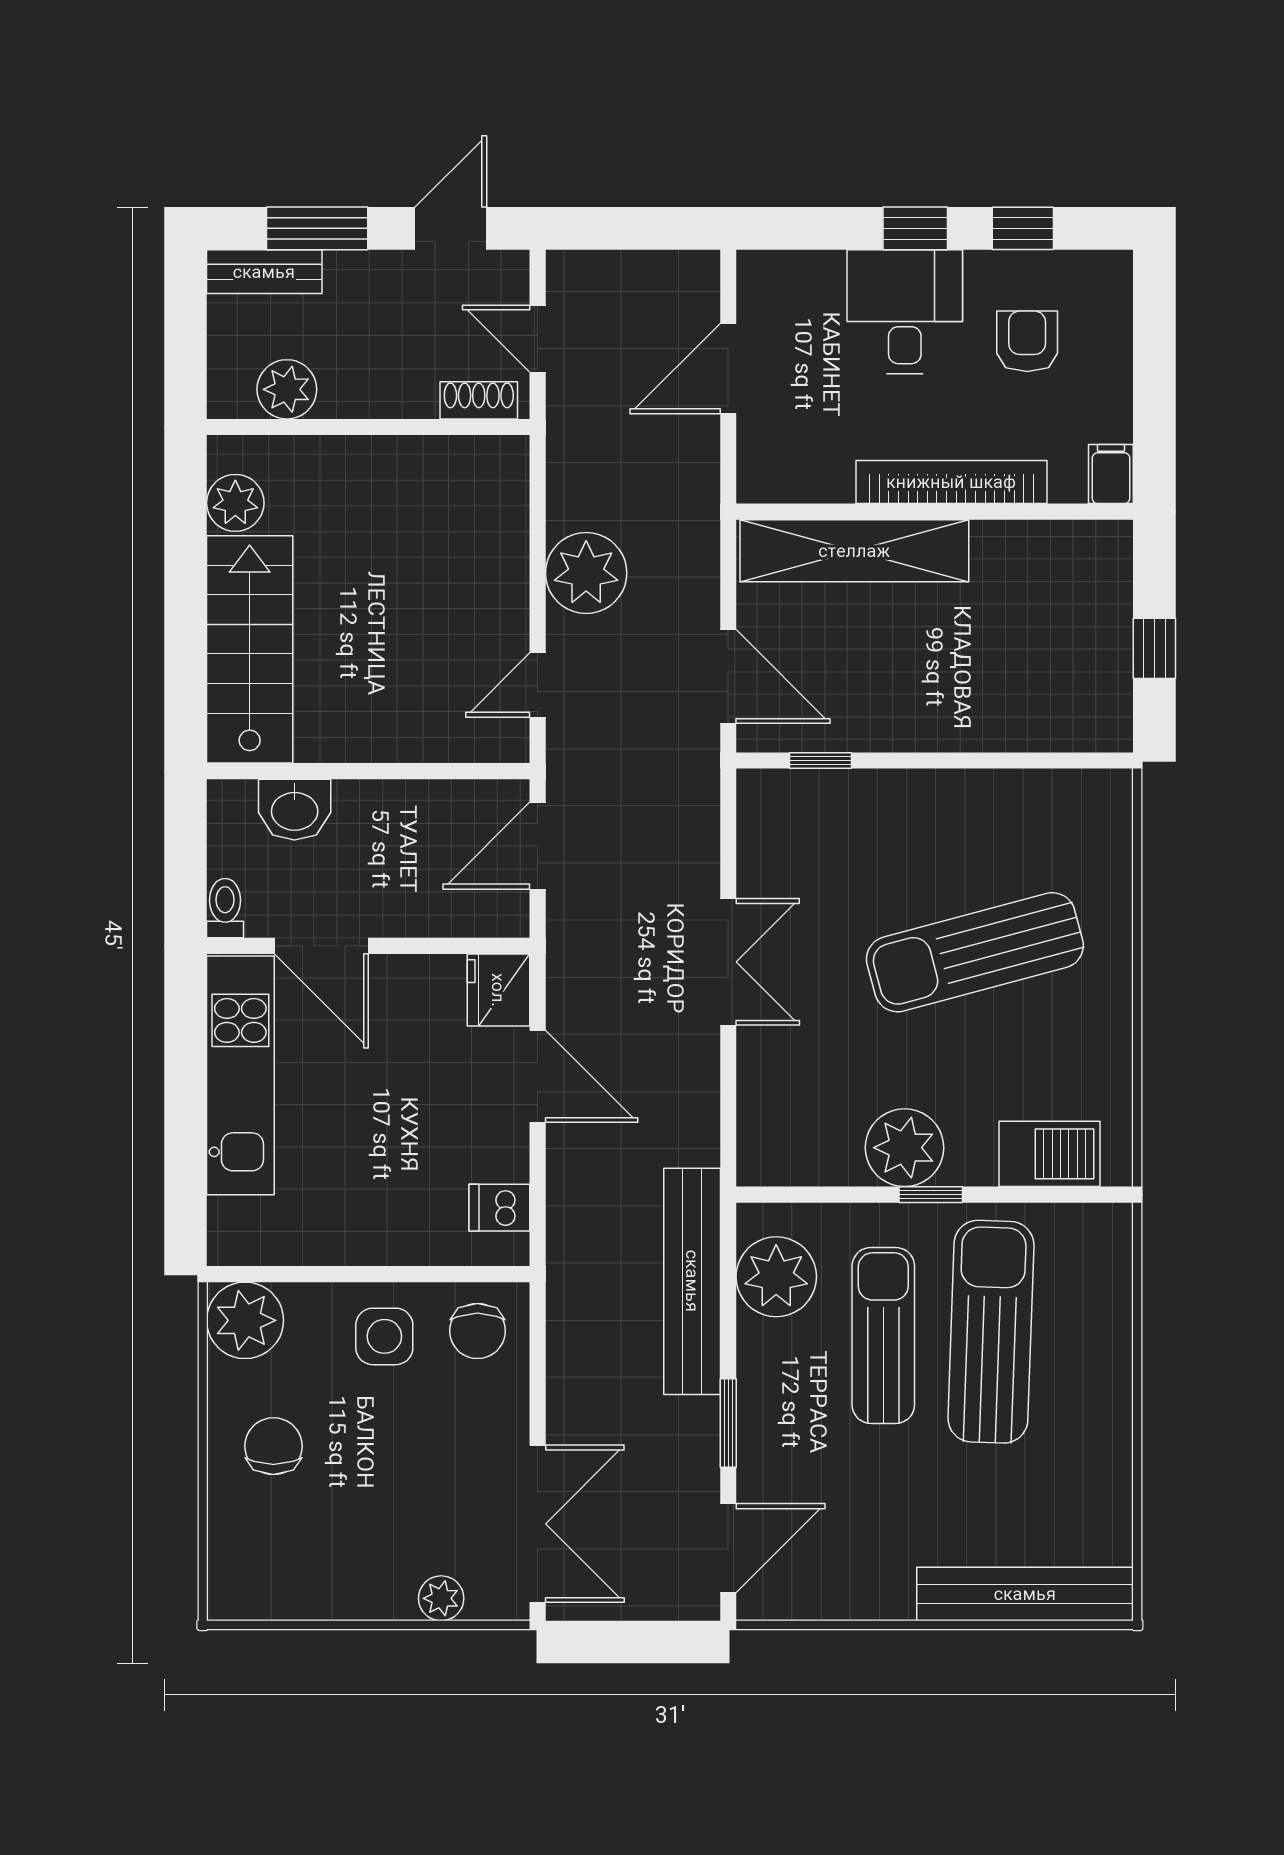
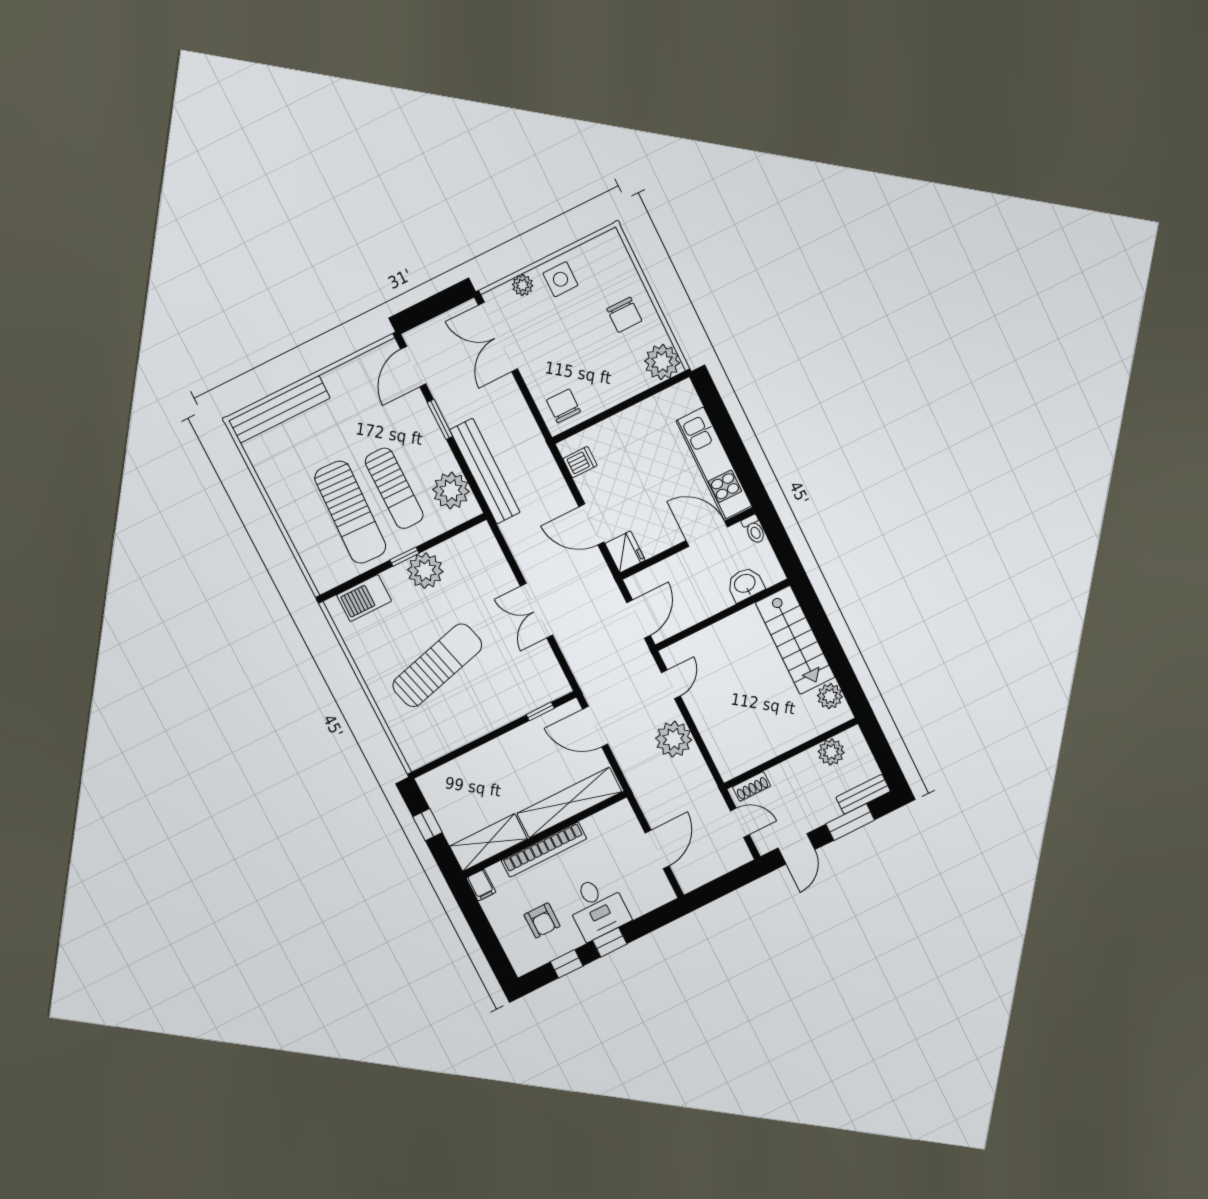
shelving: (1053, 552) -> (489, 843), added
side table: (384, 1336) -> (560, 279), moved

